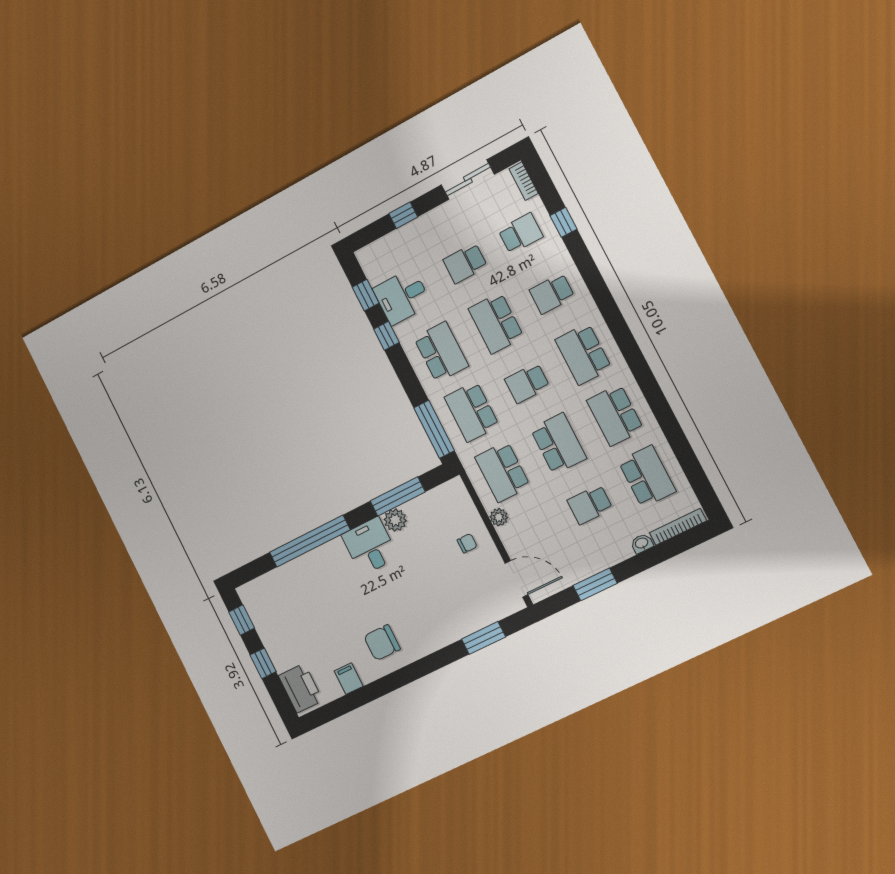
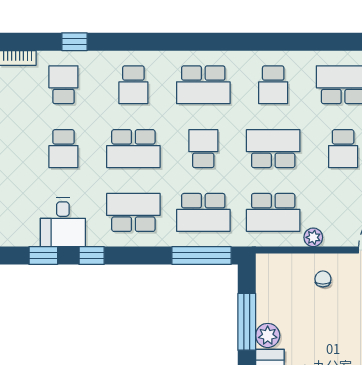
school desk: (527, 383) -> (203, 149), turned 180
school desk: (615, 415) -> (273, 85), width x0.54

